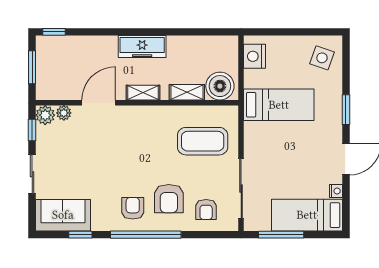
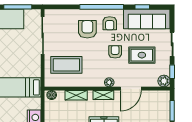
boiler: (220, 86) -> (52, 95), width x0.54, depth x0.54
plant: (64, 113) -> (109, 82), moved
rug: (81, 157) -> (142, 55), added
armchair: (206, 210) -> (115, 52), moved
sofa: (63, 215) -> (147, 19), width x1.36

